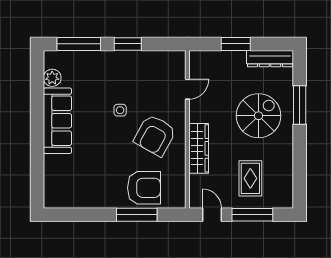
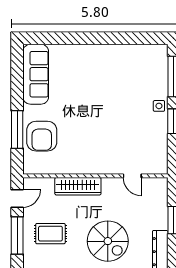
plant: (52, 78) -> (143, 52), removed
side table: (120, 110) -> (159, 106), moved
sofa: (57, 121) -> (36, 74), moved, turned -90
armchair: (155, 135) -> (90, 146), removed

